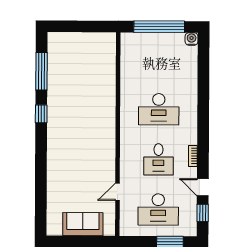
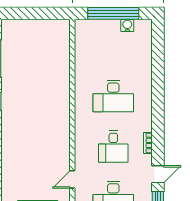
water cooler: (192, 39) -> (127, 25), moved
door: (203, 187) -> (158, 174), swing flipped

